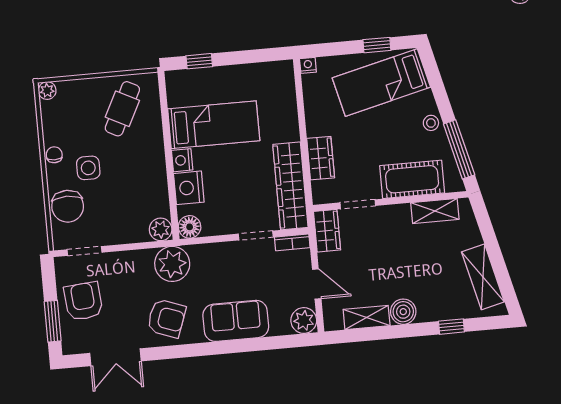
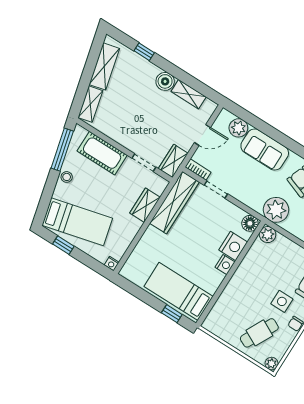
cafe table: (122, 109) -> (259, 333), moved
bed: (214, 125) -> (179, 291), moved
shelving: (435, 211) -> (90, 104), moved, turned 76
door: (317, 284) -> (202, 135), swing flipped
plant: (304, 321) -> (238, 128), moved

